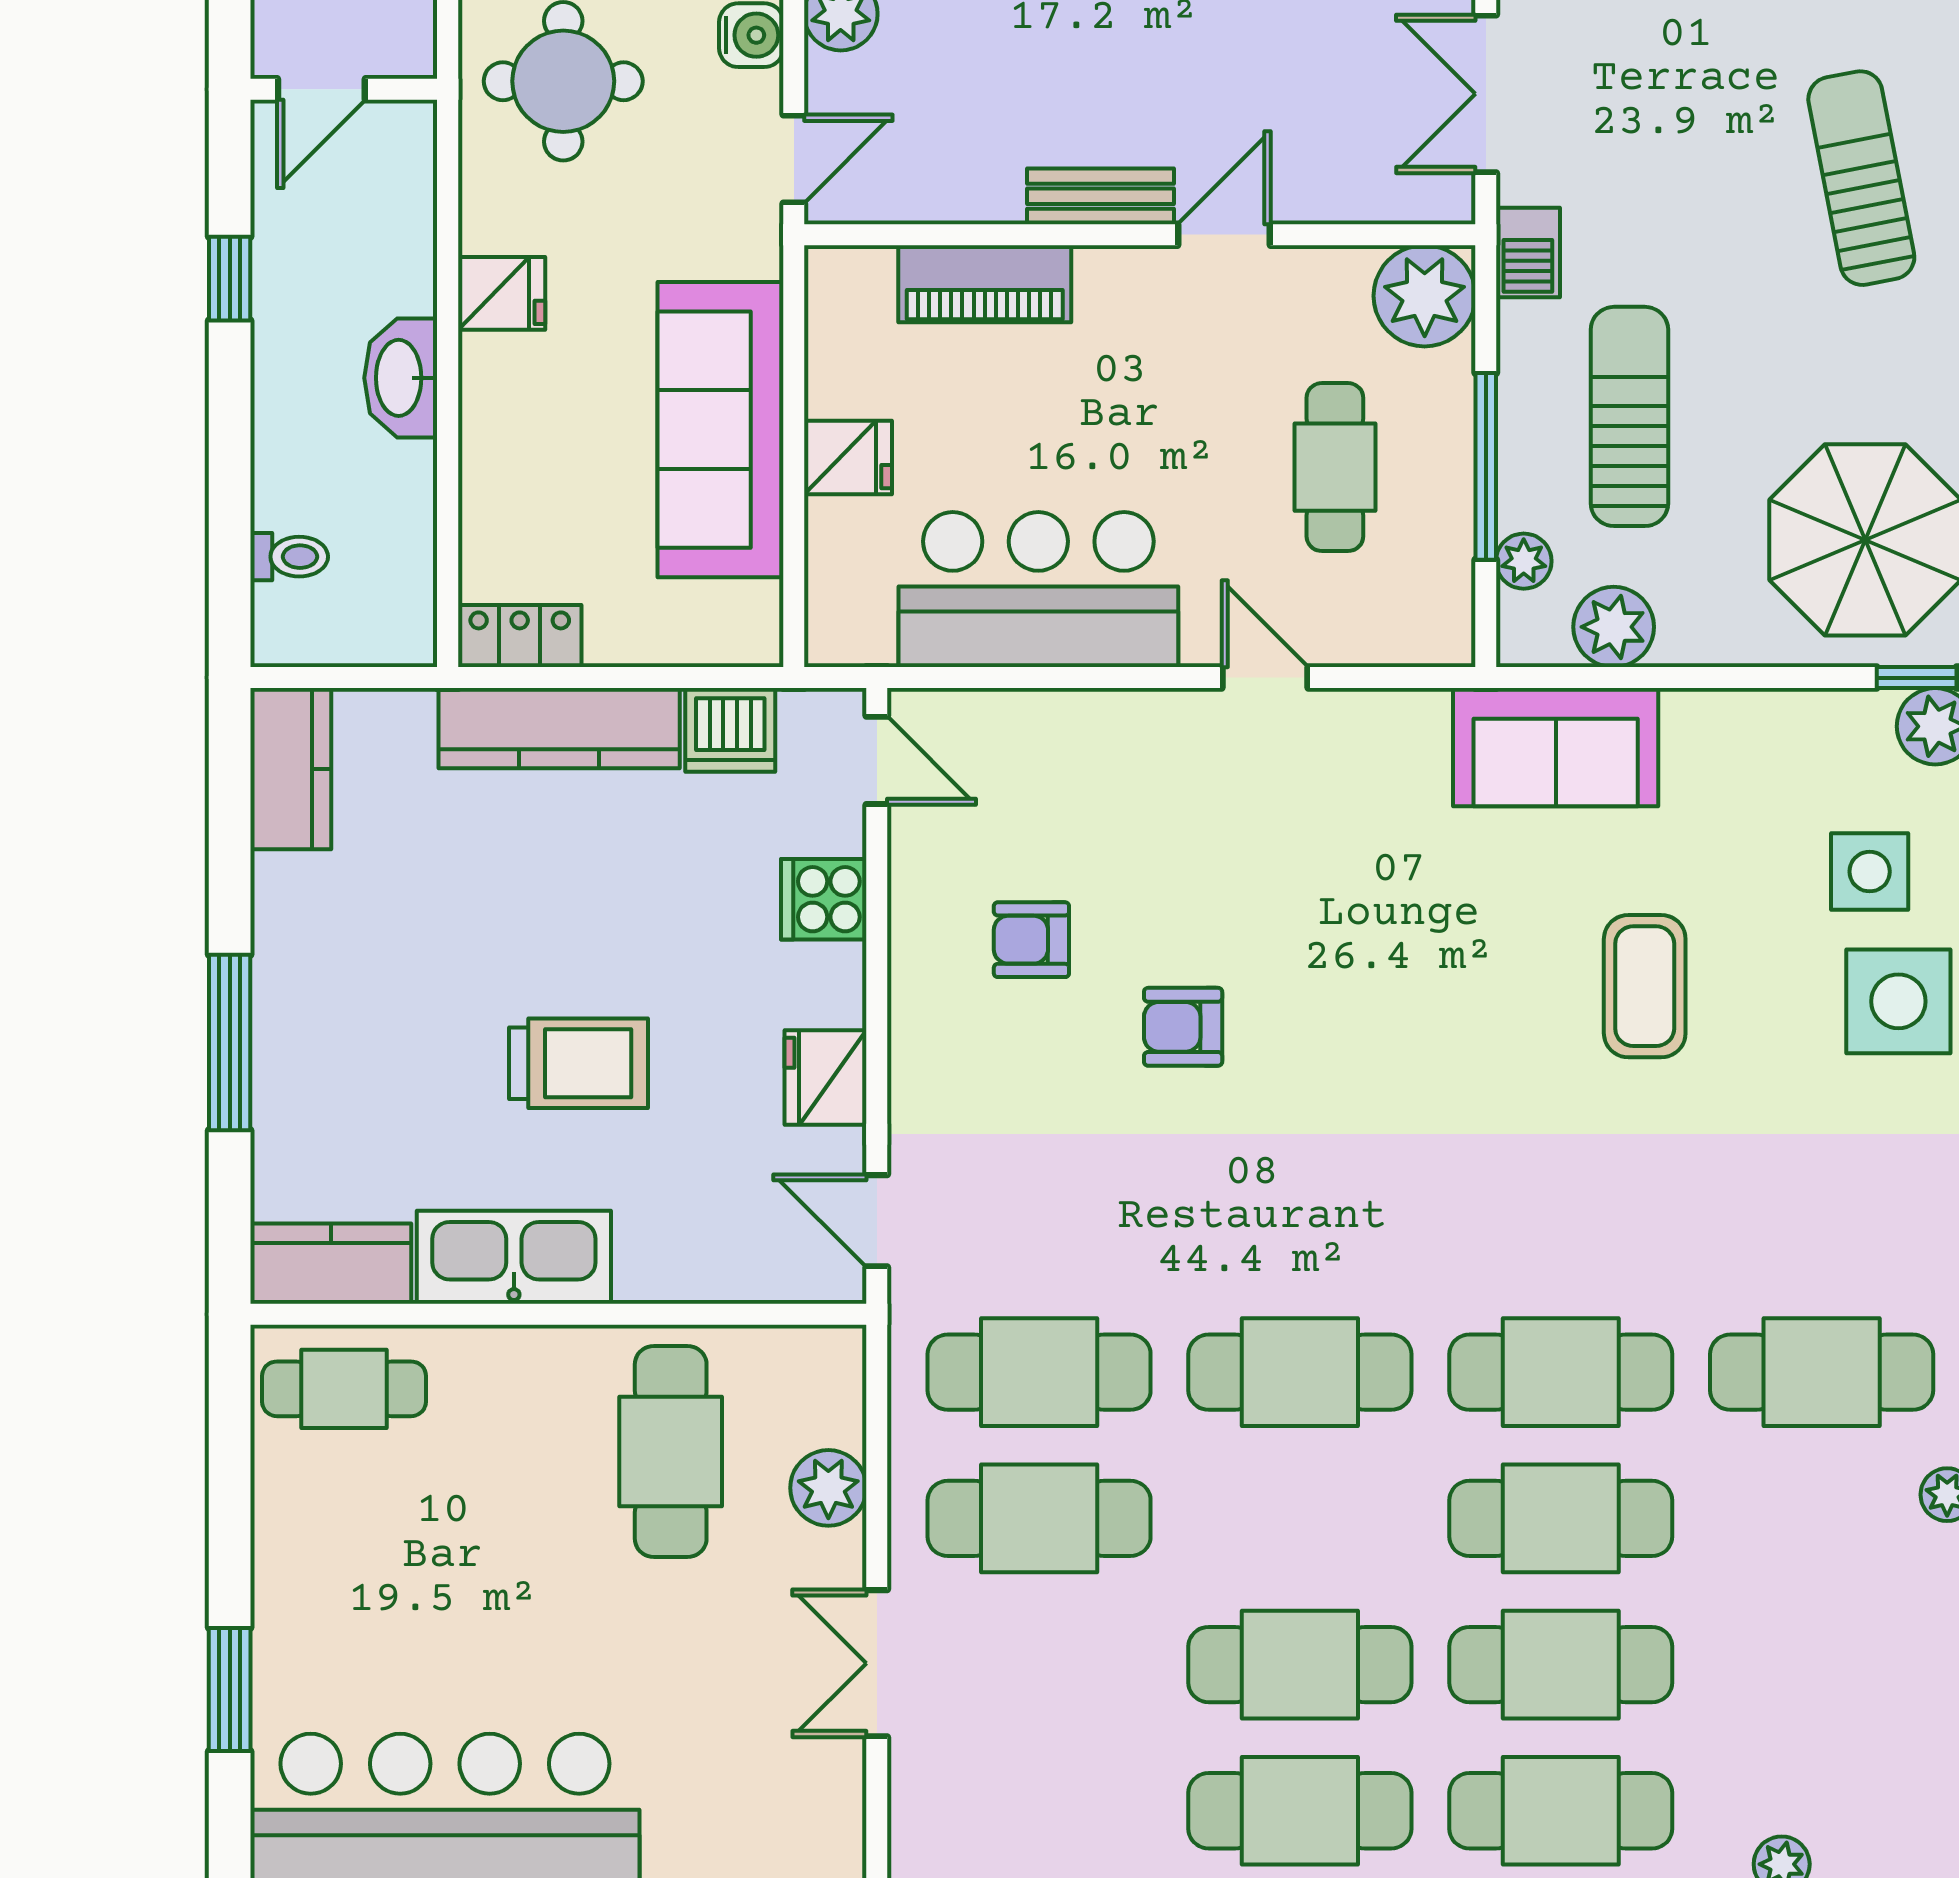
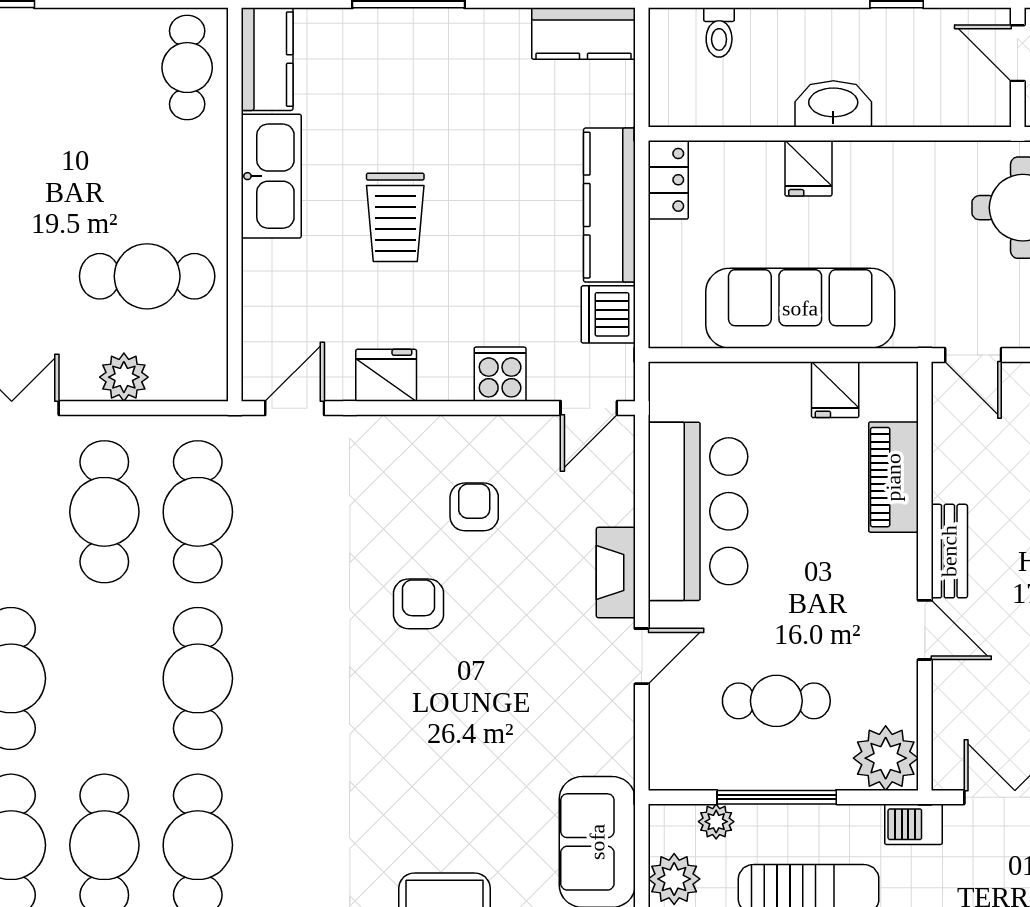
fridge: (502, 293) -> (808, 168), moved
fridge: (848, 457) -> (835, 390), moved
fireplace: (1134, 718) -> (616, 572), added

